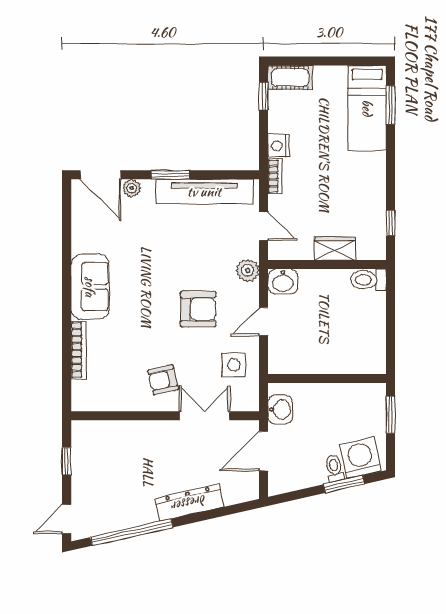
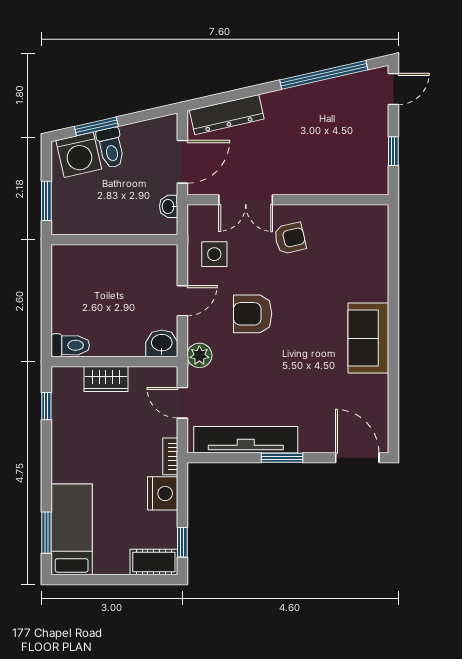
nightstand: (279, 146) -> (163, 493), width x1.36, depth x1.33
plant: (132, 188) -> (324, 444), removed
bookcase: (78, 350) -> (381, 270), removed
washbasin: (280, 409) -> (169, 206), width x0.72, depth x0.69
toilet: (334, 468) -> (111, 148), width x1.37, depth x1.39
dresser: (189, 503) -> (227, 115), moved

